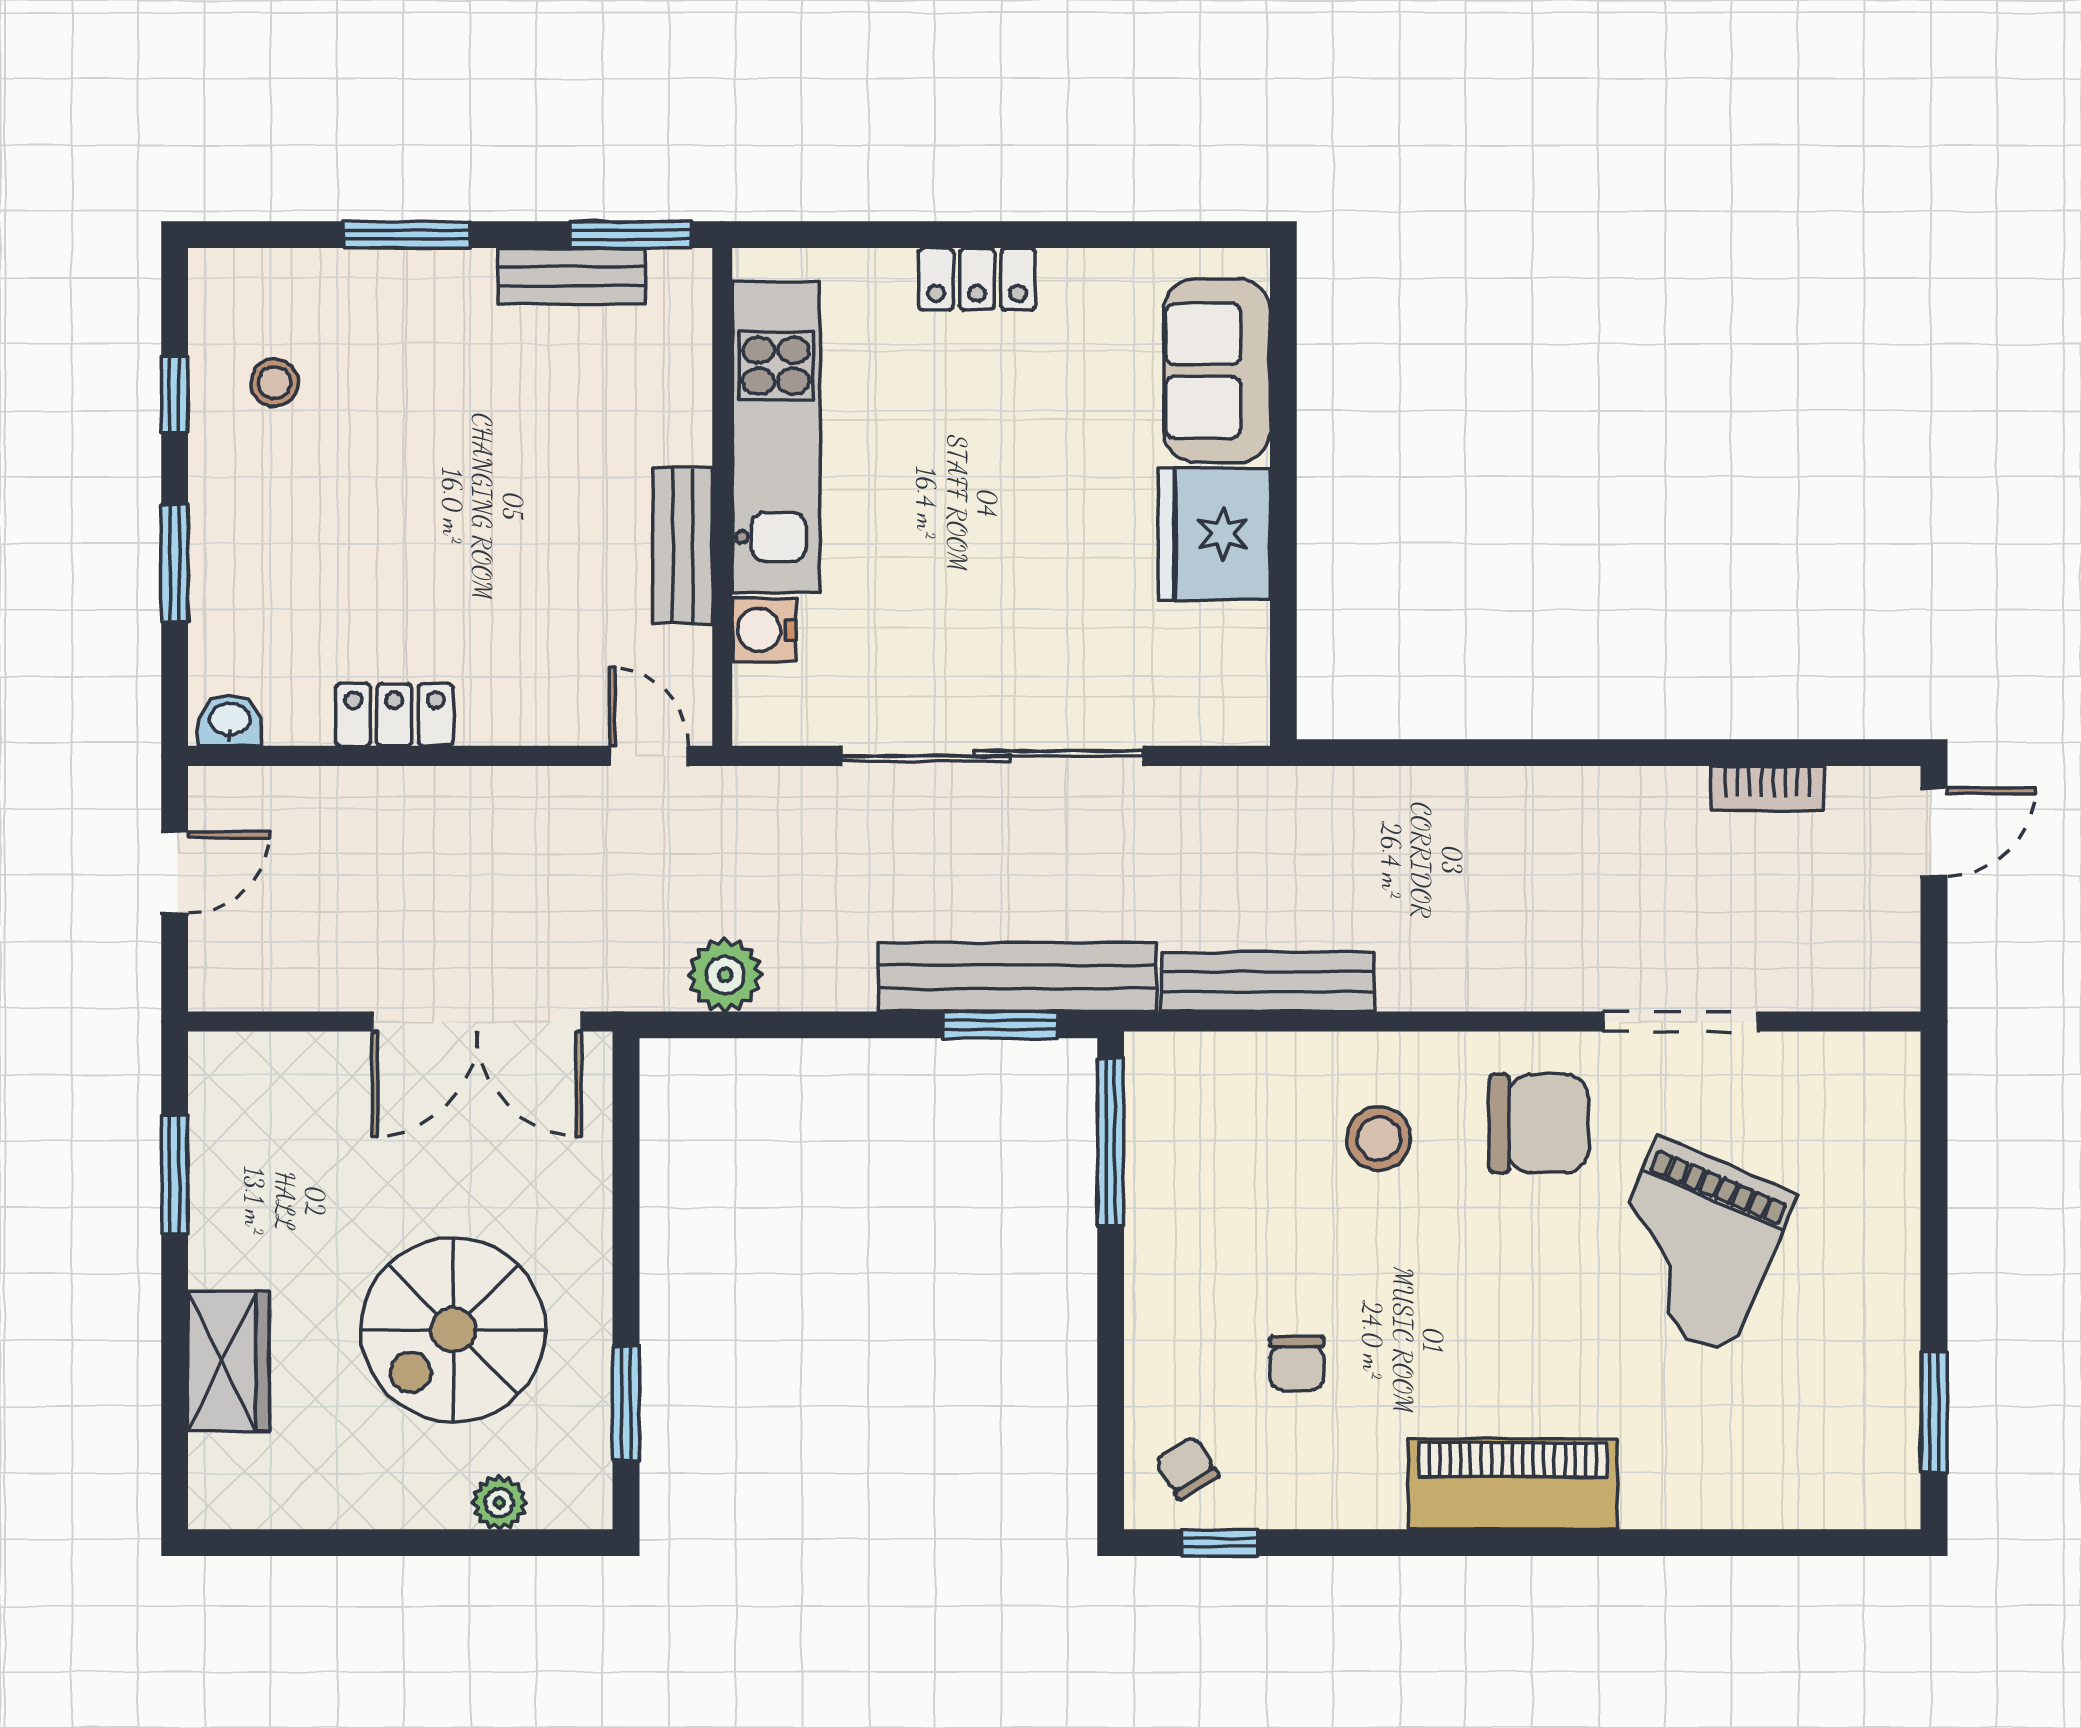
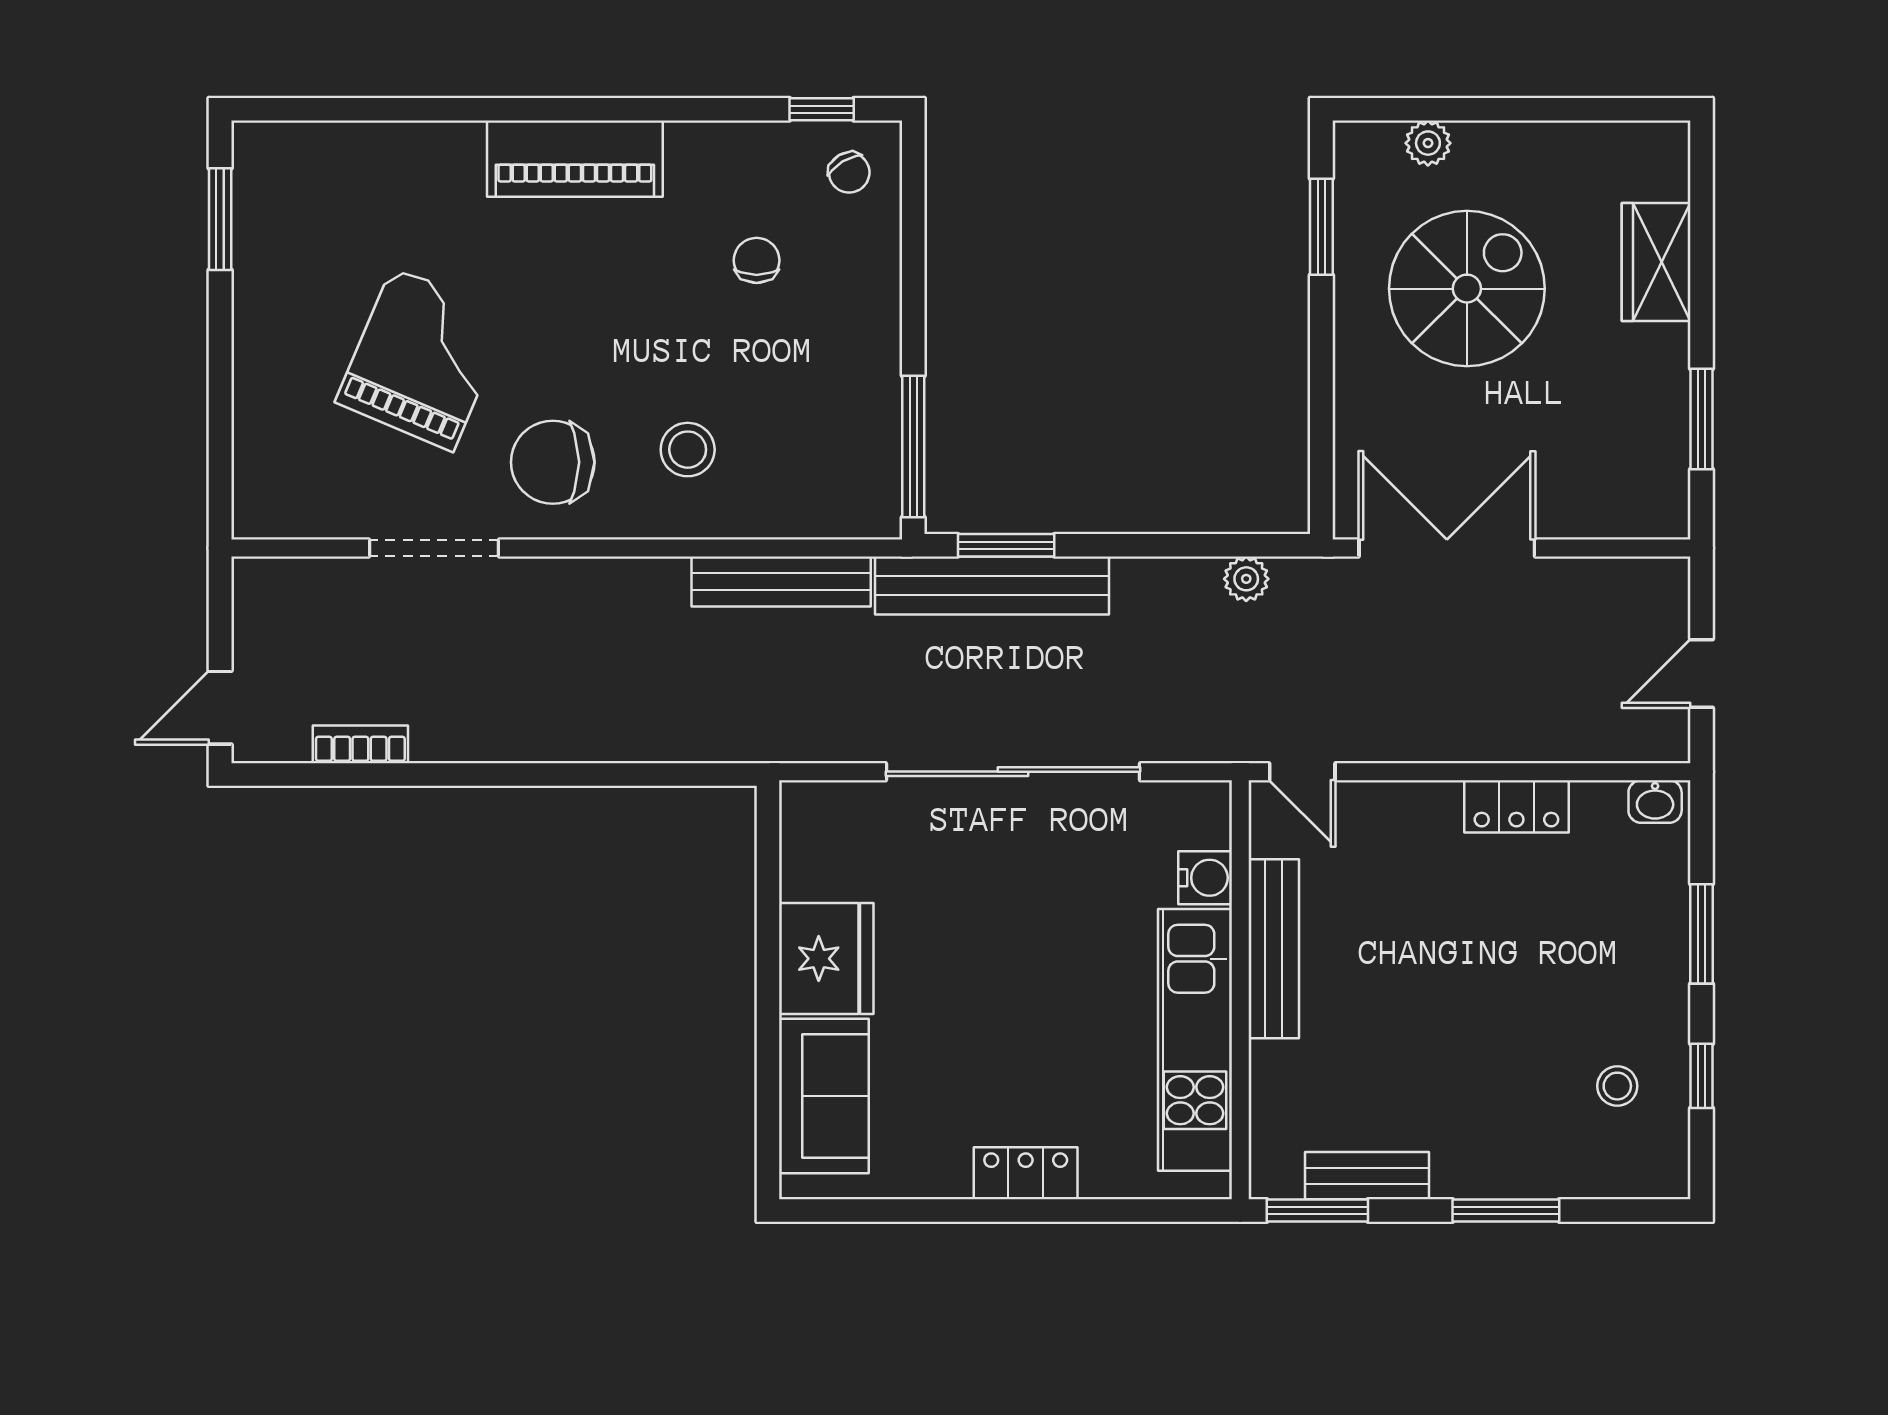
bench: (683, 546) -> (1274, 949), width x1.36
plant: (725, 975) -> (1246, 579), width x0.73, depth x0.73

